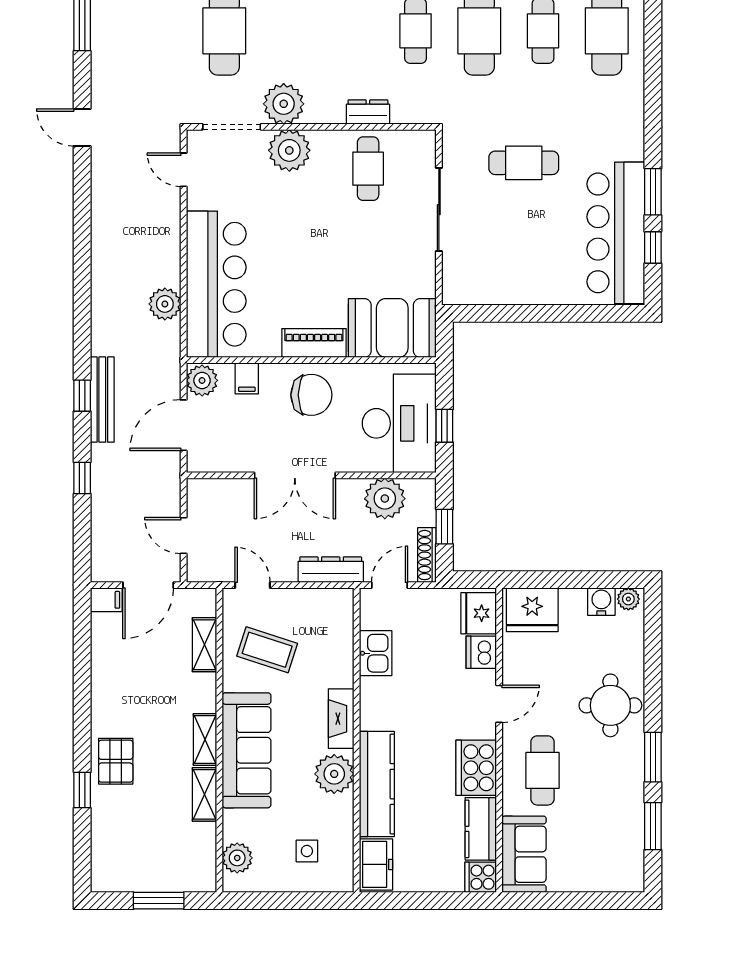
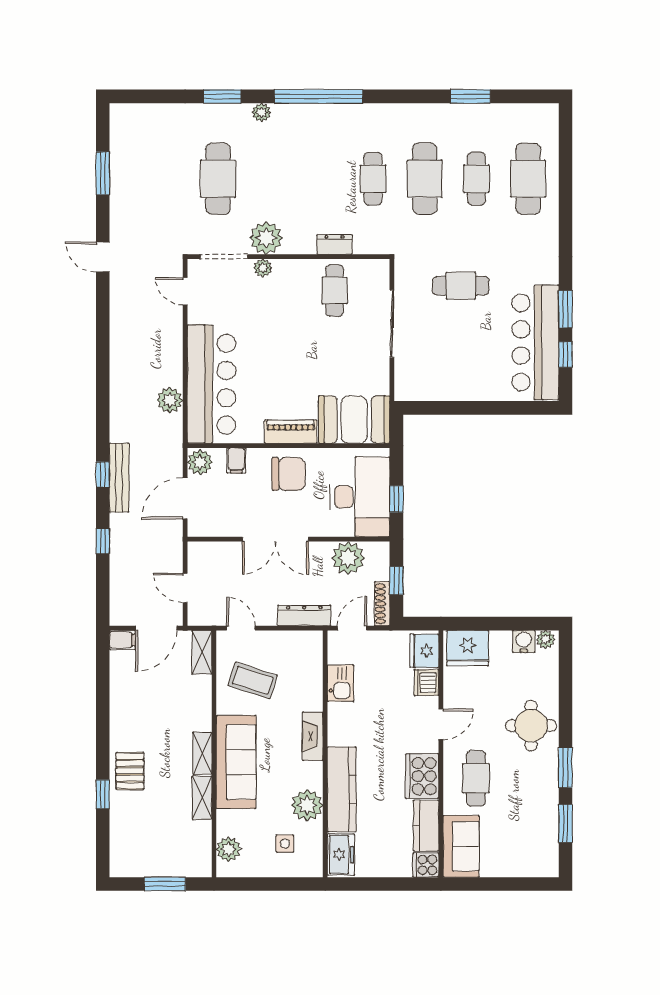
plant: (289, 150) -> (263, 268), width x0.53, depth x0.53
shelving: (204, 645) -> (202, 652), moved
plant: (334, 774) -> (307, 805), moved

